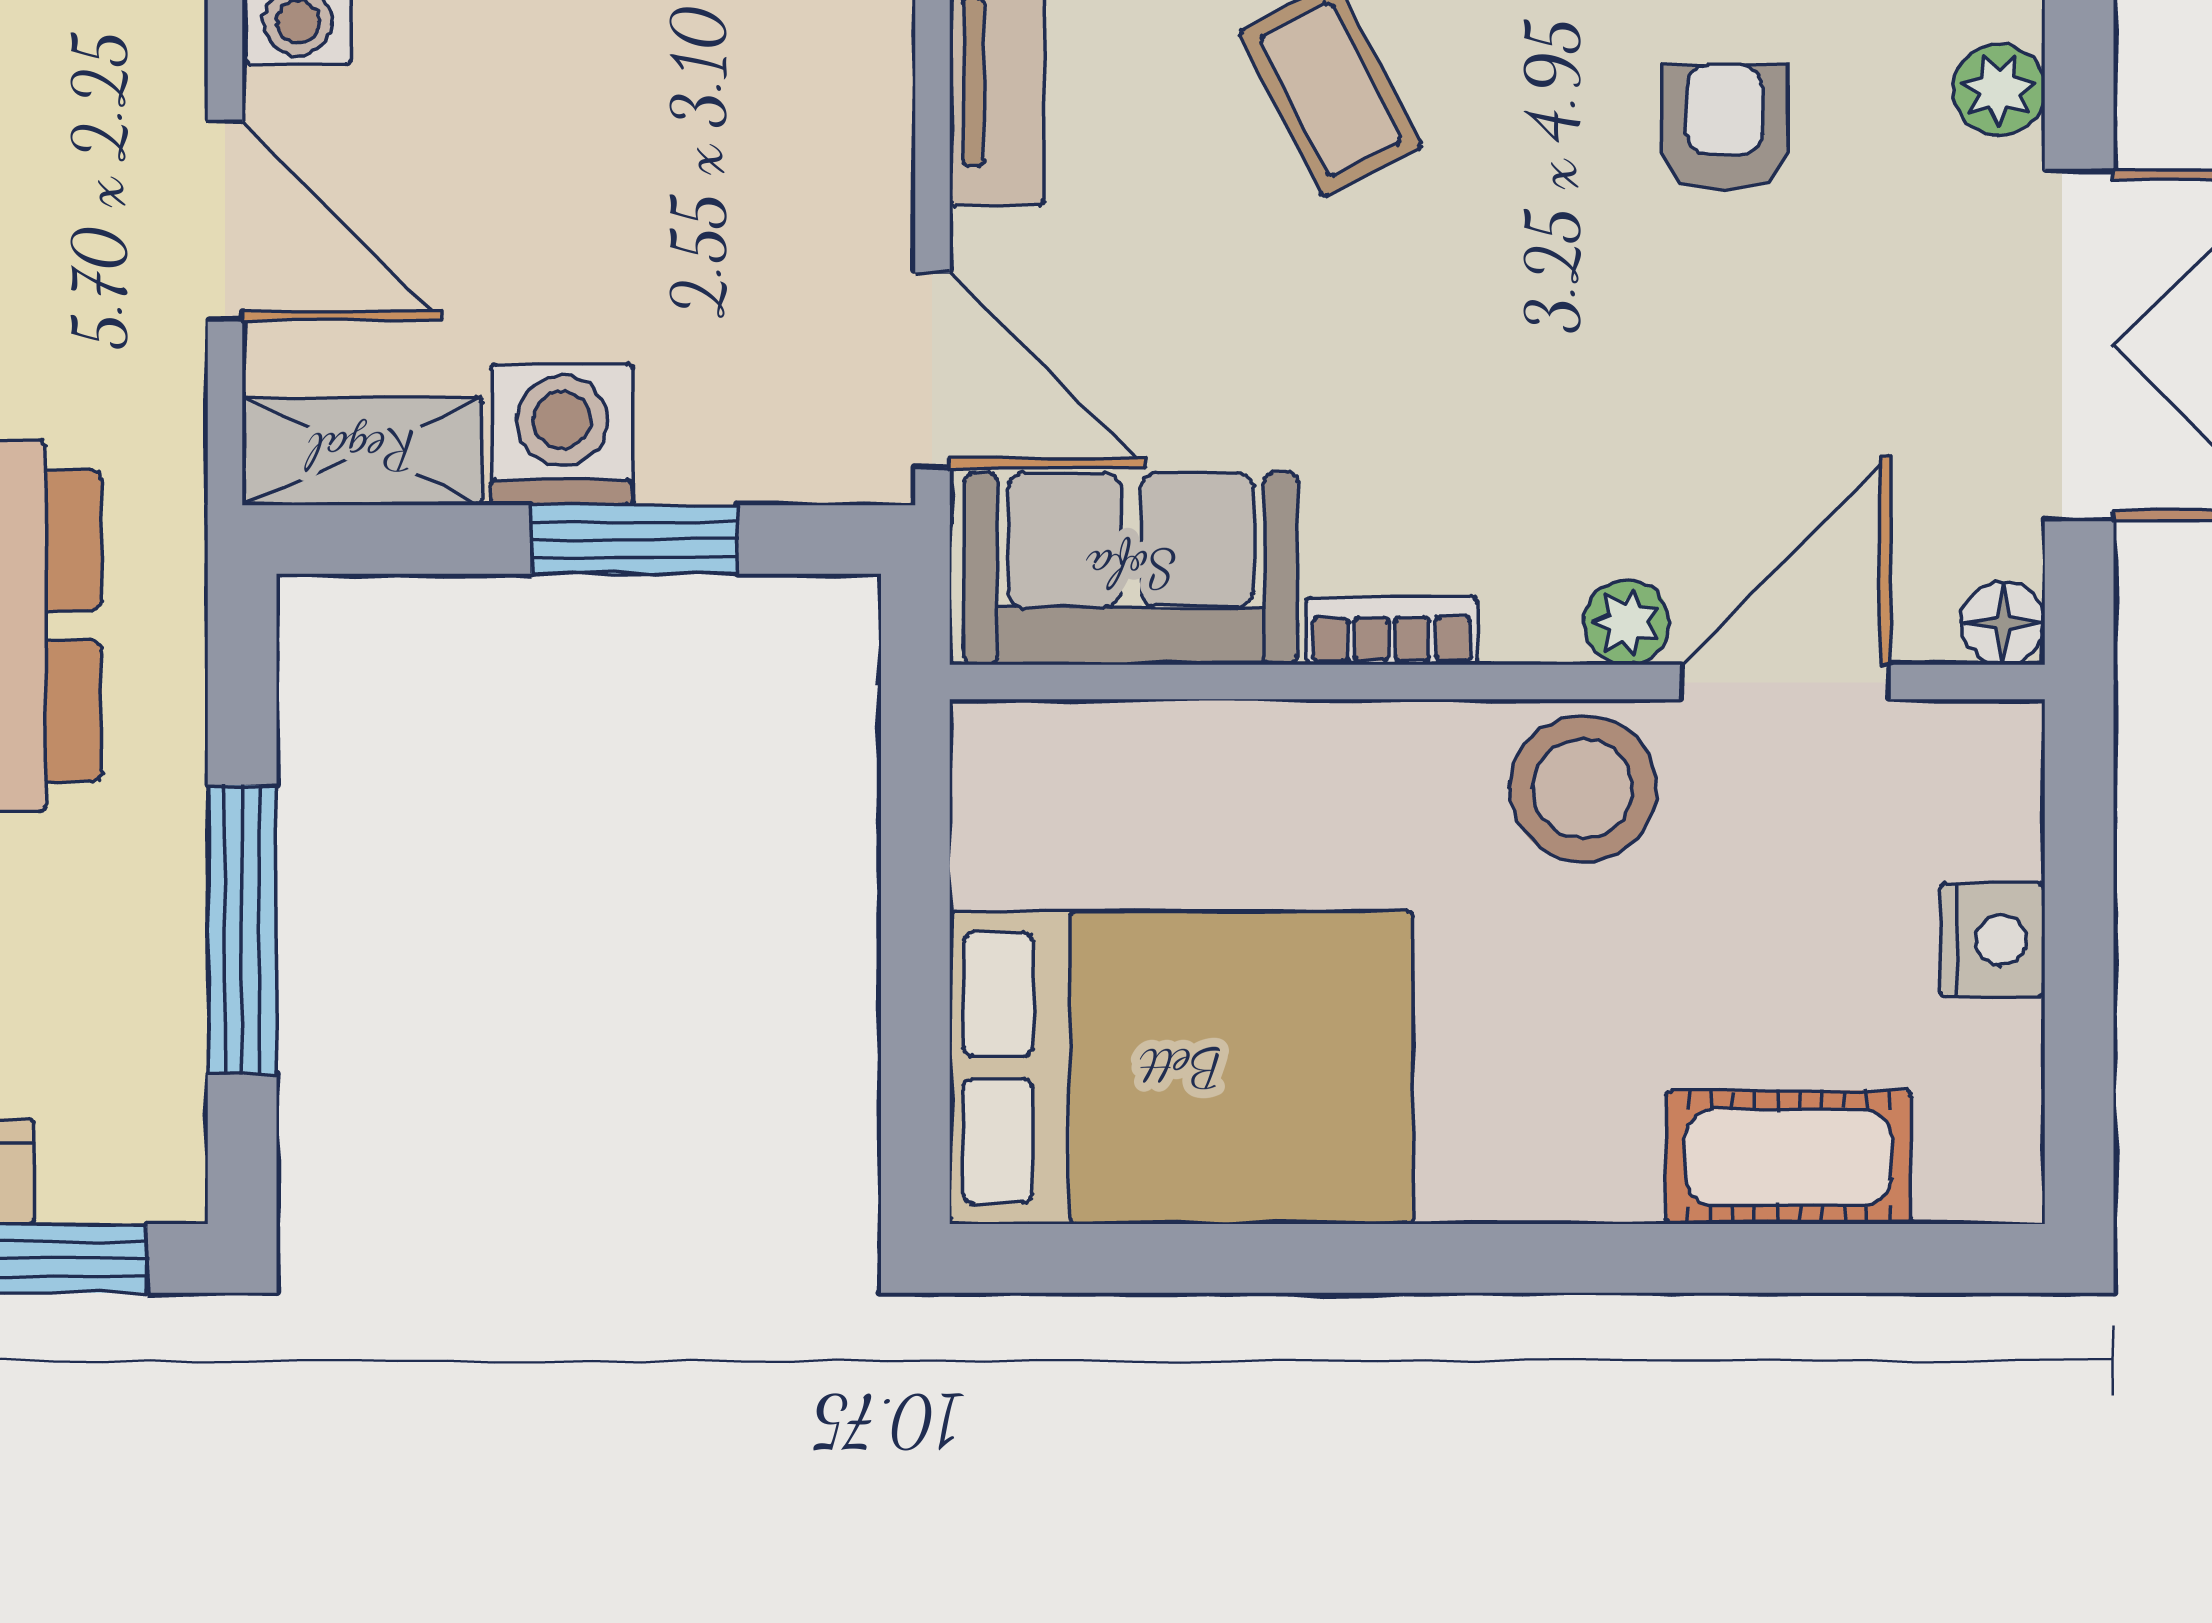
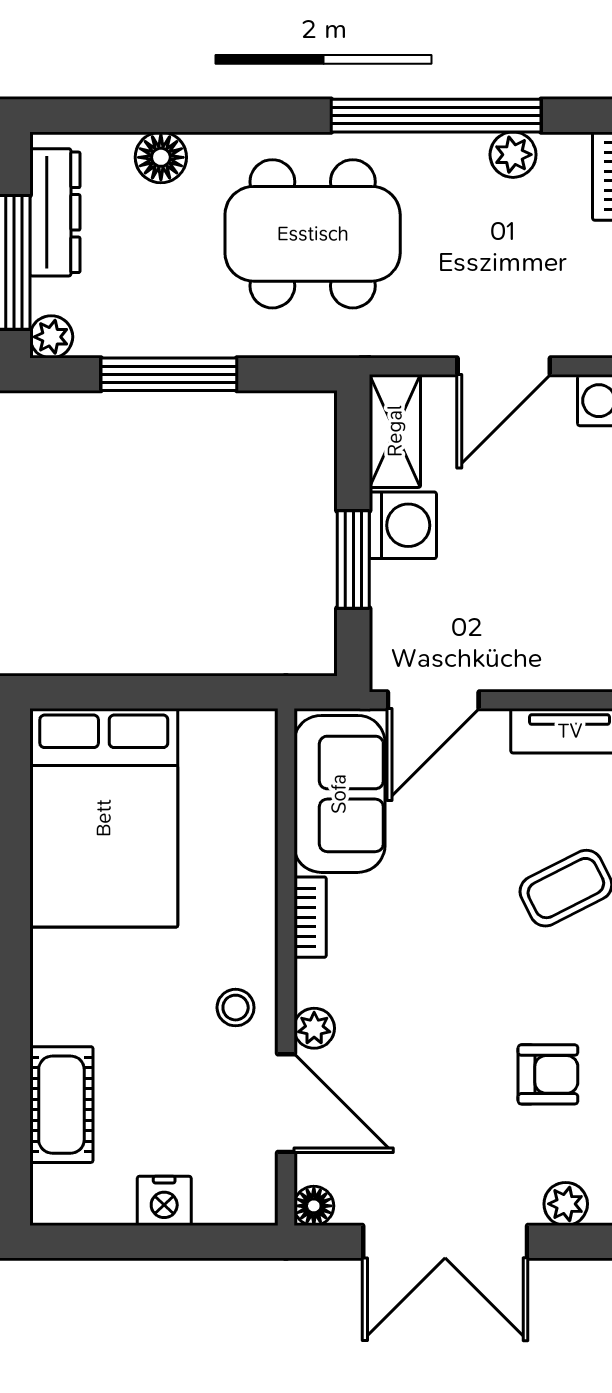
stool: (1583, 789) -> (236, 1008), width x0.53, depth x0.53
plant: (163, 1179) -> (51, 337), added

